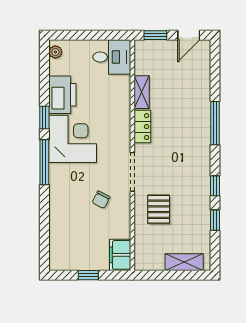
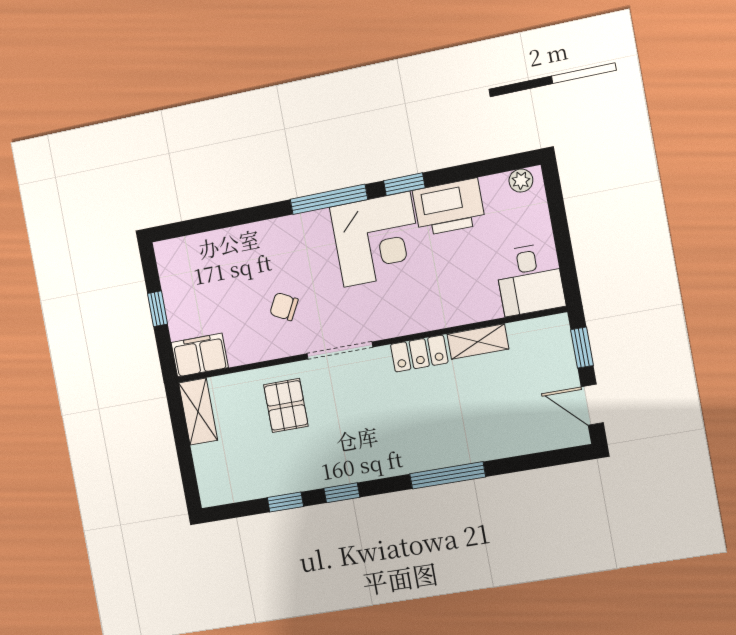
pallet: (159, 209) -> (286, 405), turned 90
shelving: (184, 262) -> (198, 412), moved

